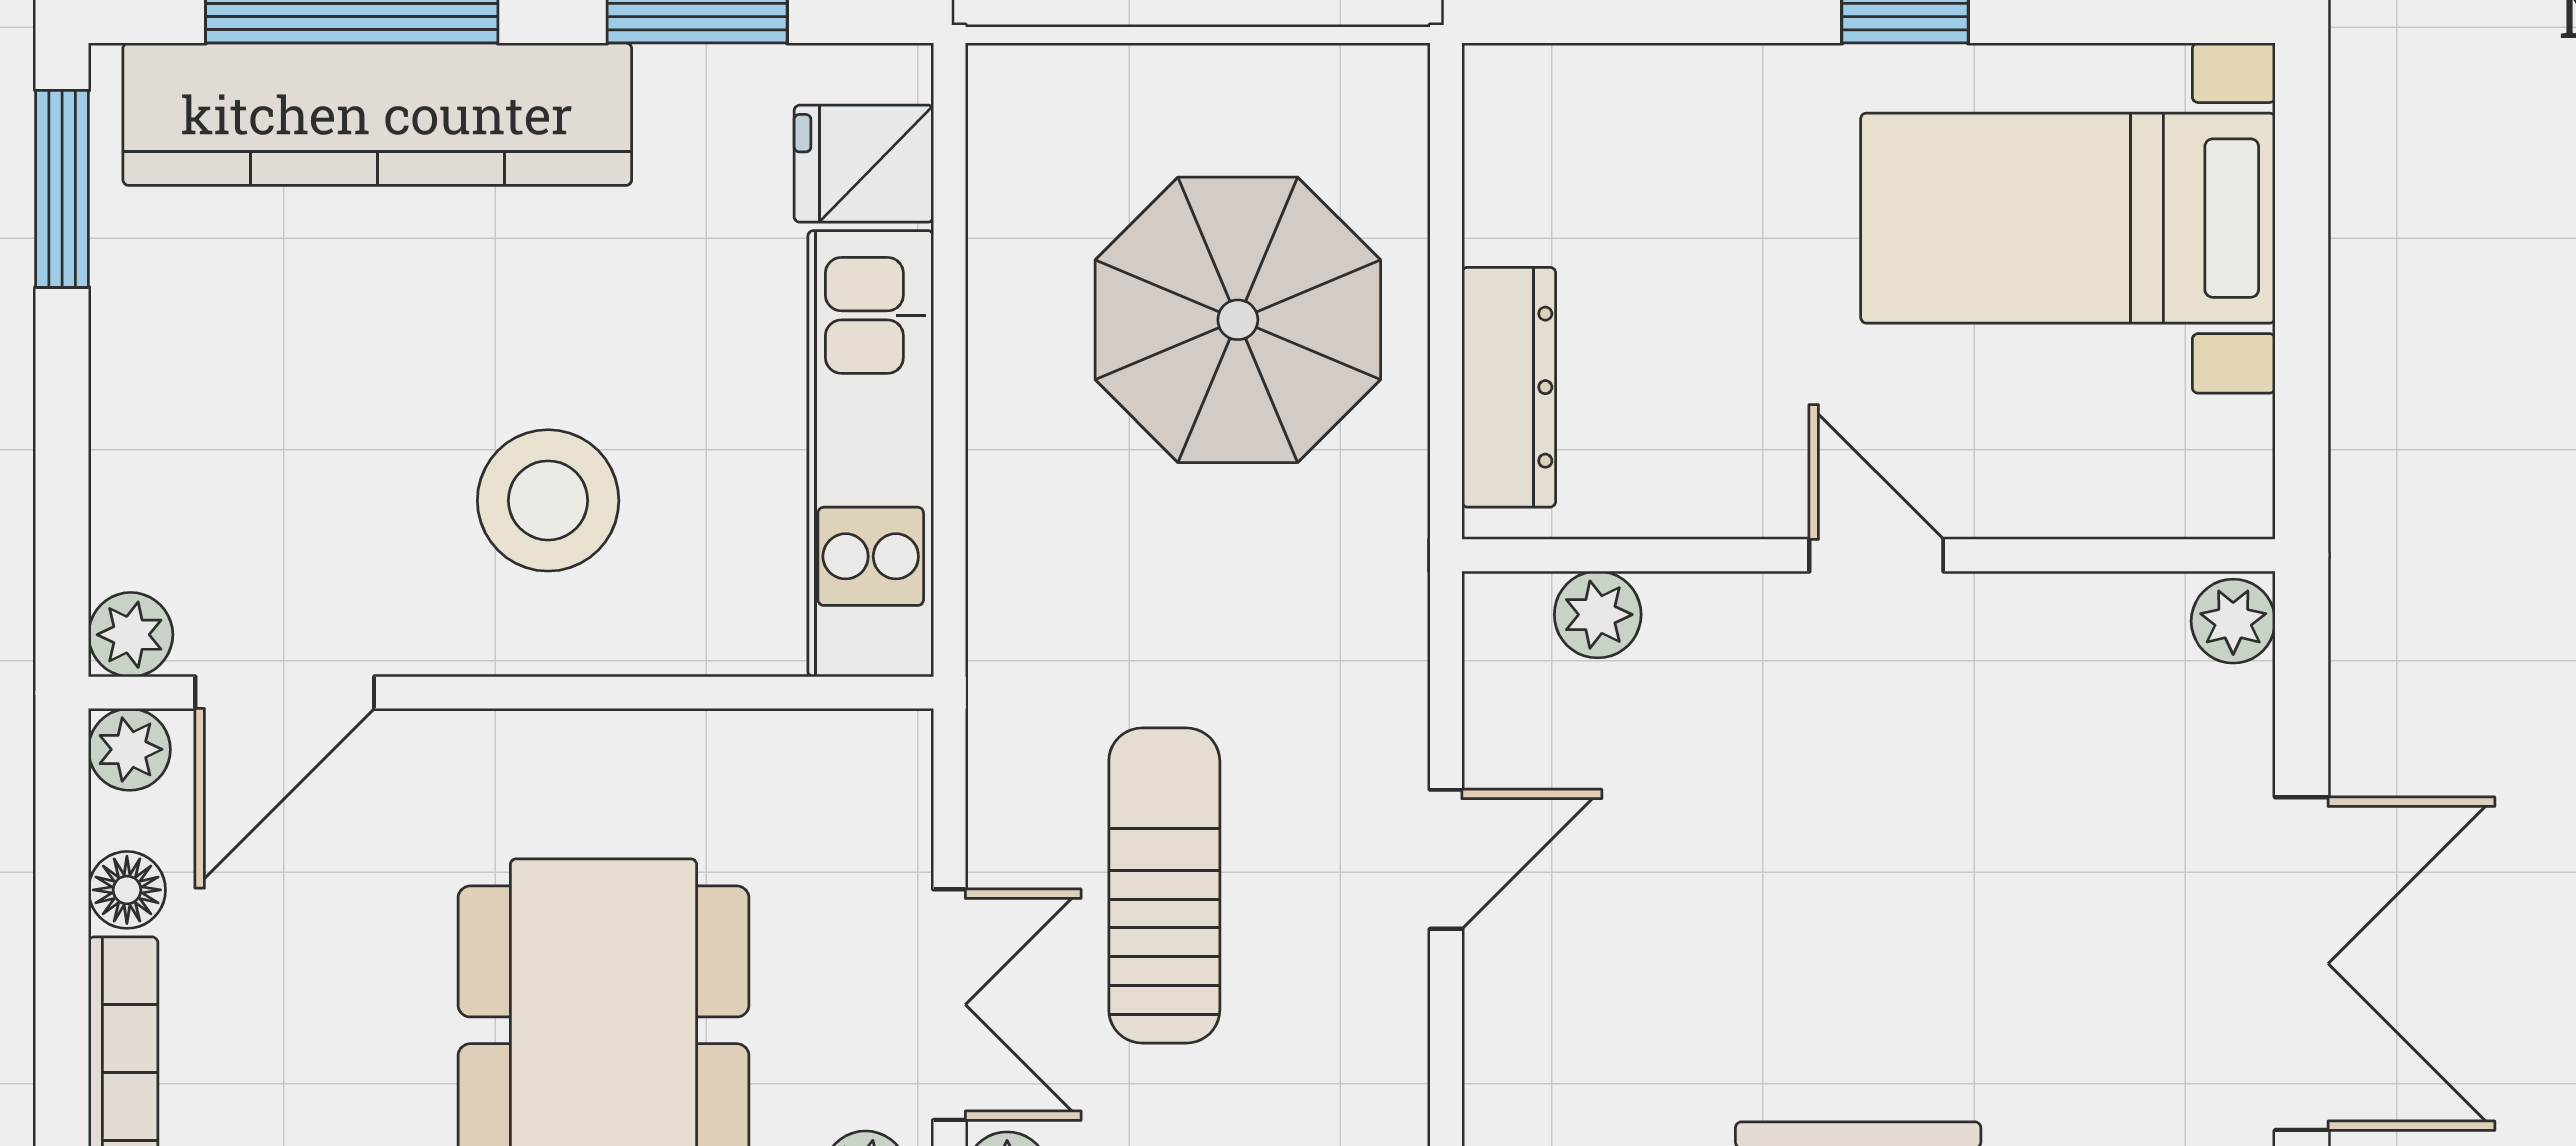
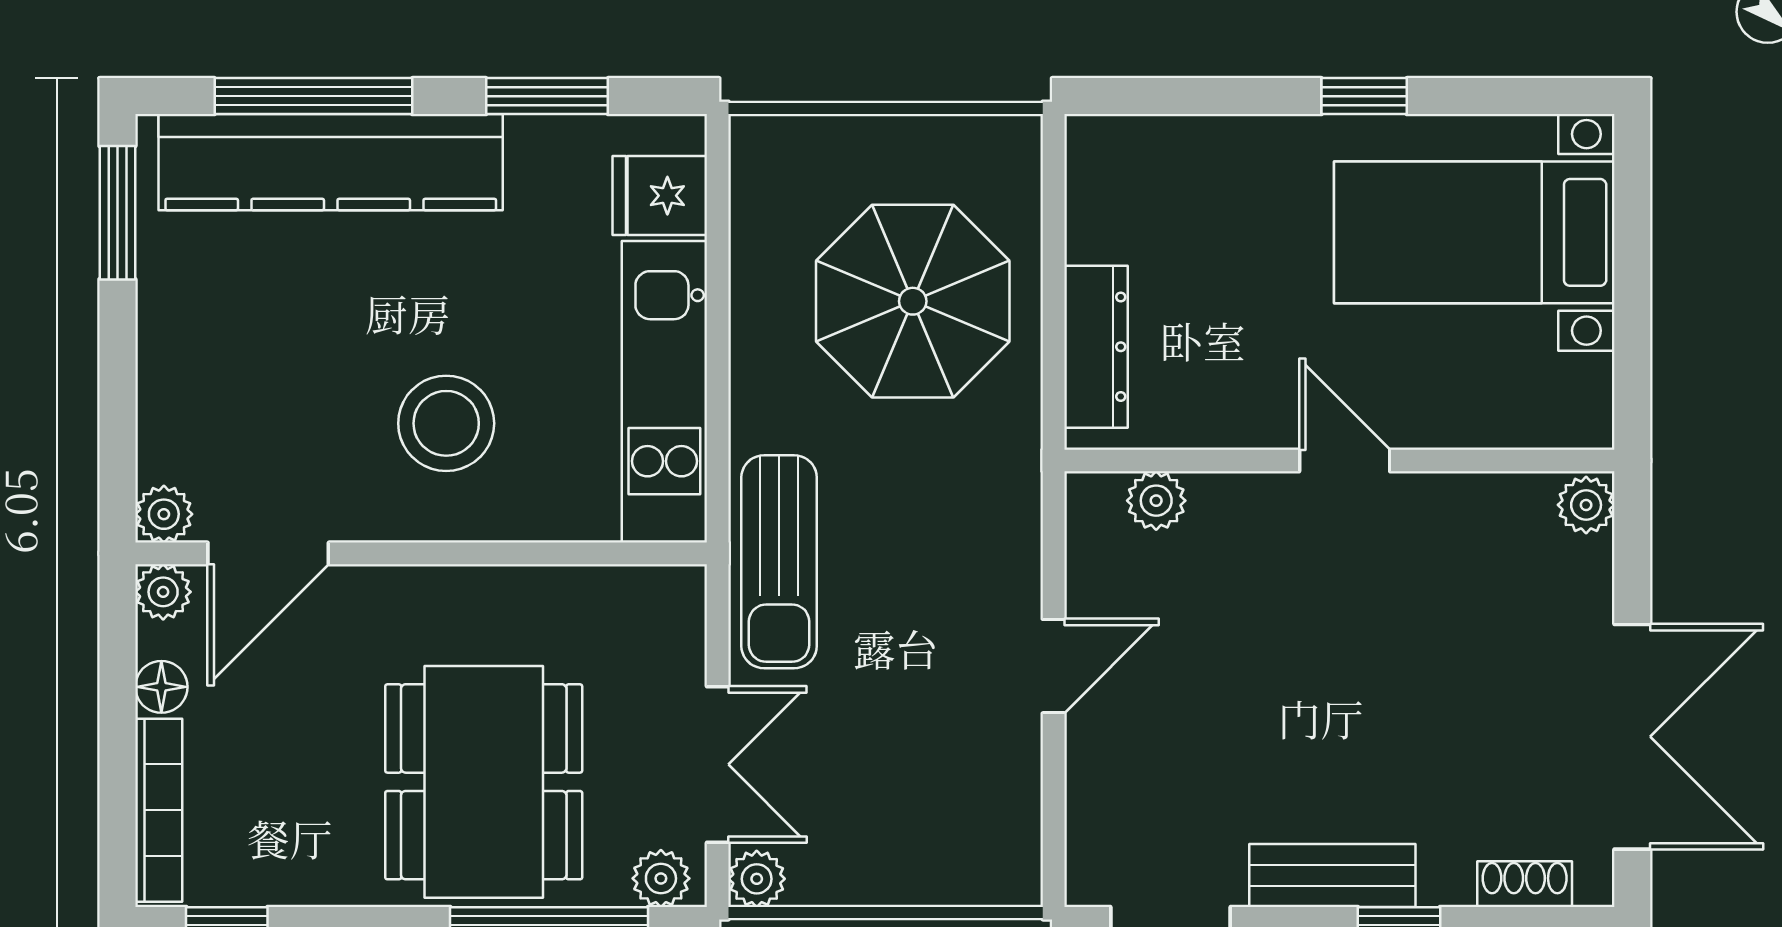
sun lounger: (1164, 886) -> (779, 562), moved, turned 180

